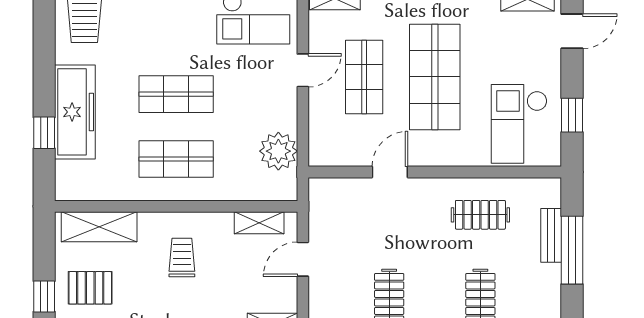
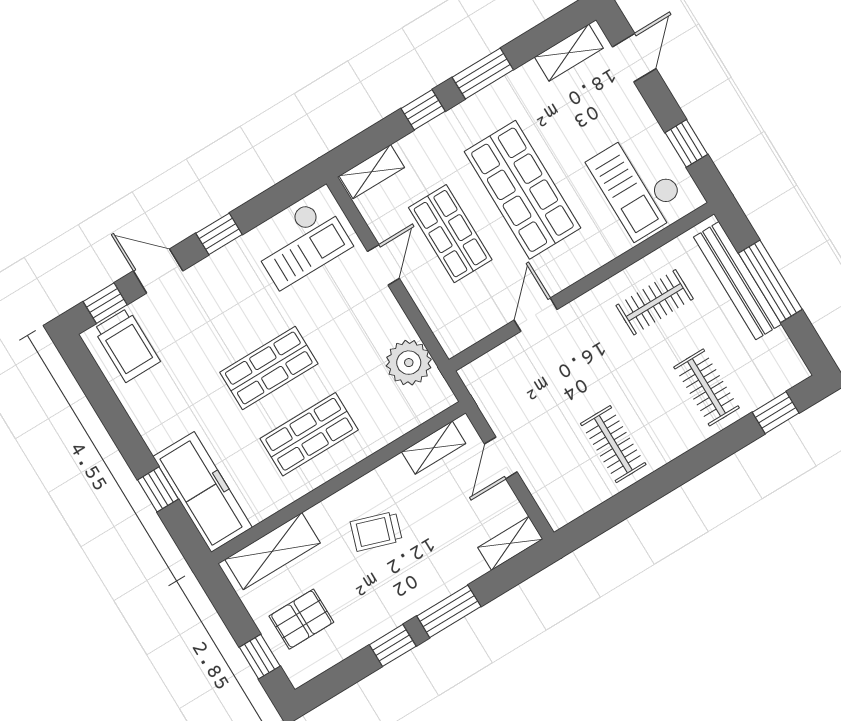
freezer: (75, 112) -> (203, 492), moved
bench: (551, 235) -> (737, 281), width x1.86, depth x1.21
trolley: (182, 257) -> (376, 531), turned -72

